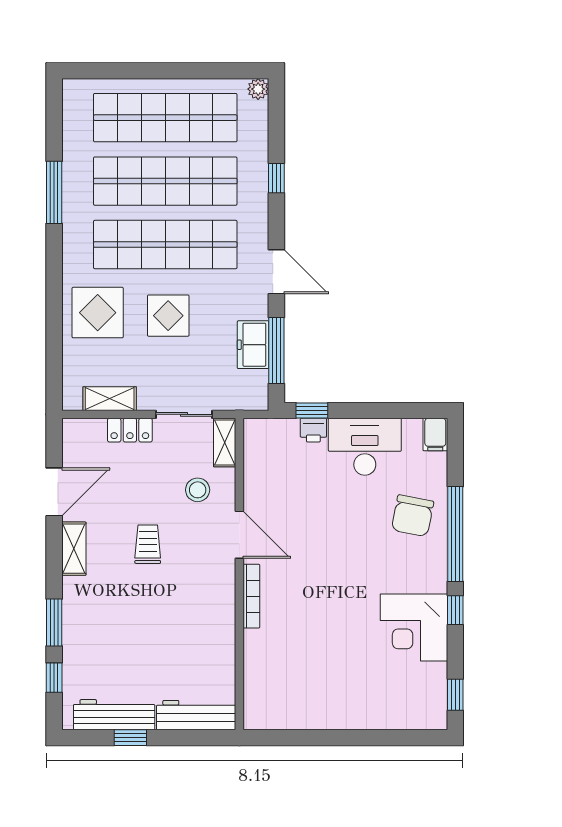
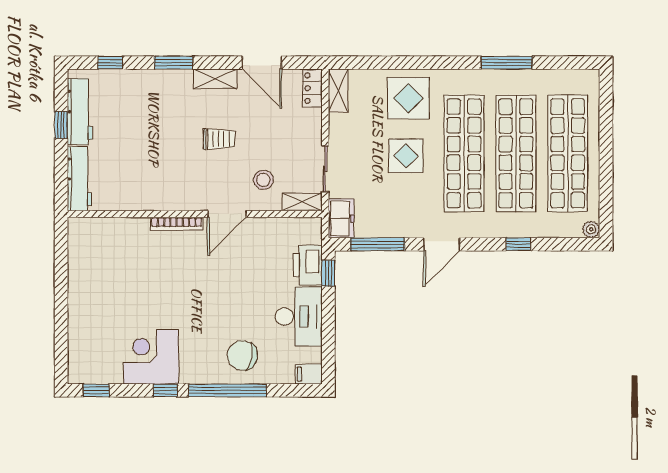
freezer: (253, 345) -> (341, 218), moved, turned 90
shelving: (110, 399) -> (338, 91), moved
locker: (130, 430) -> (312, 88), moved
printer: (313, 430) -> (308, 265), width x1.87, depth x1.48
window: (54, 623) -> (174, 63), moved

